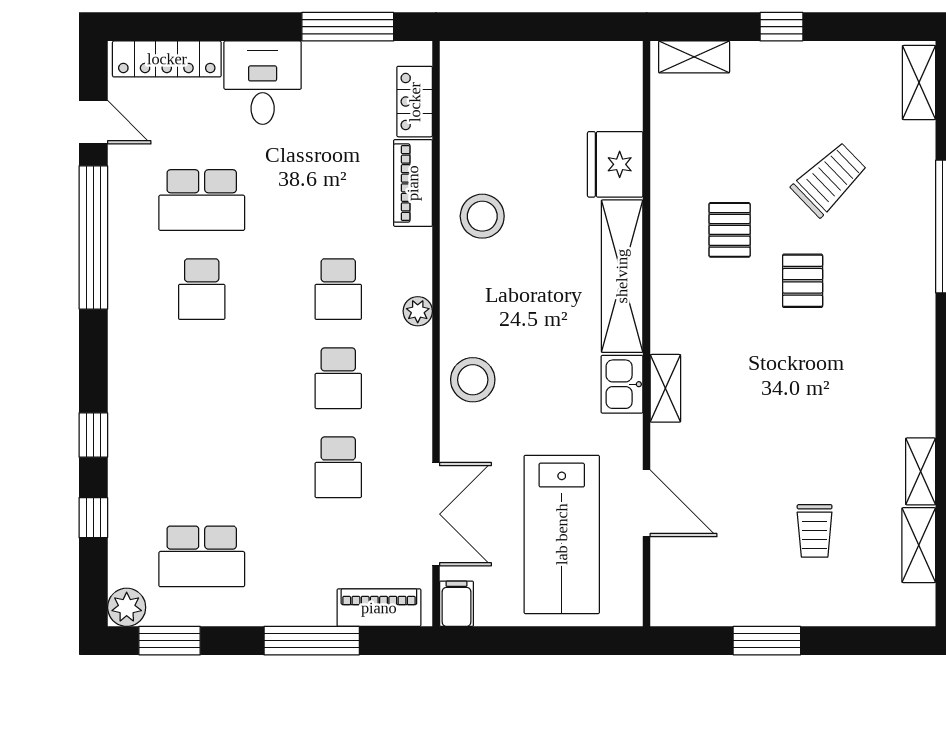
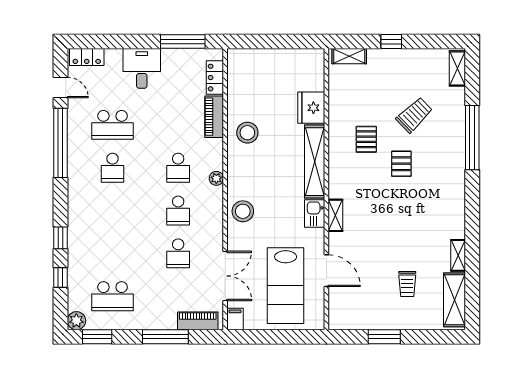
locker: (167, 59) -> (87, 57), width x0.66
shelving: (919, 545) -> (455, 300), width x1.50, depth x1.33

